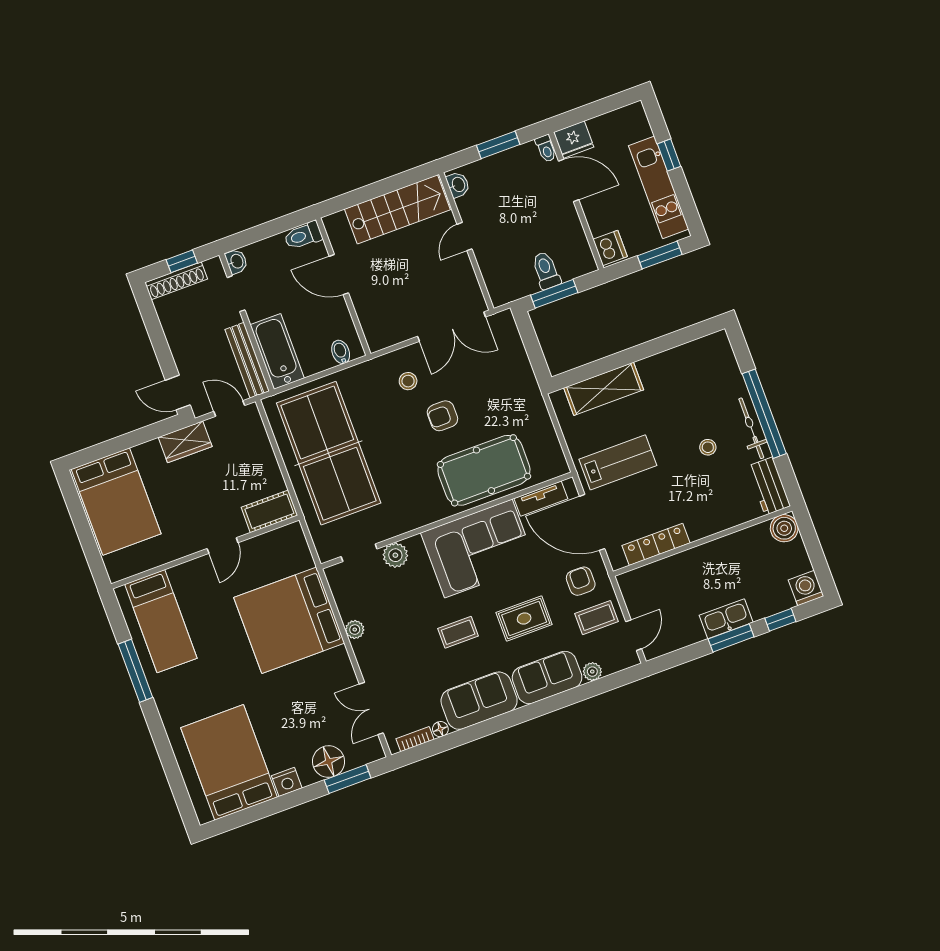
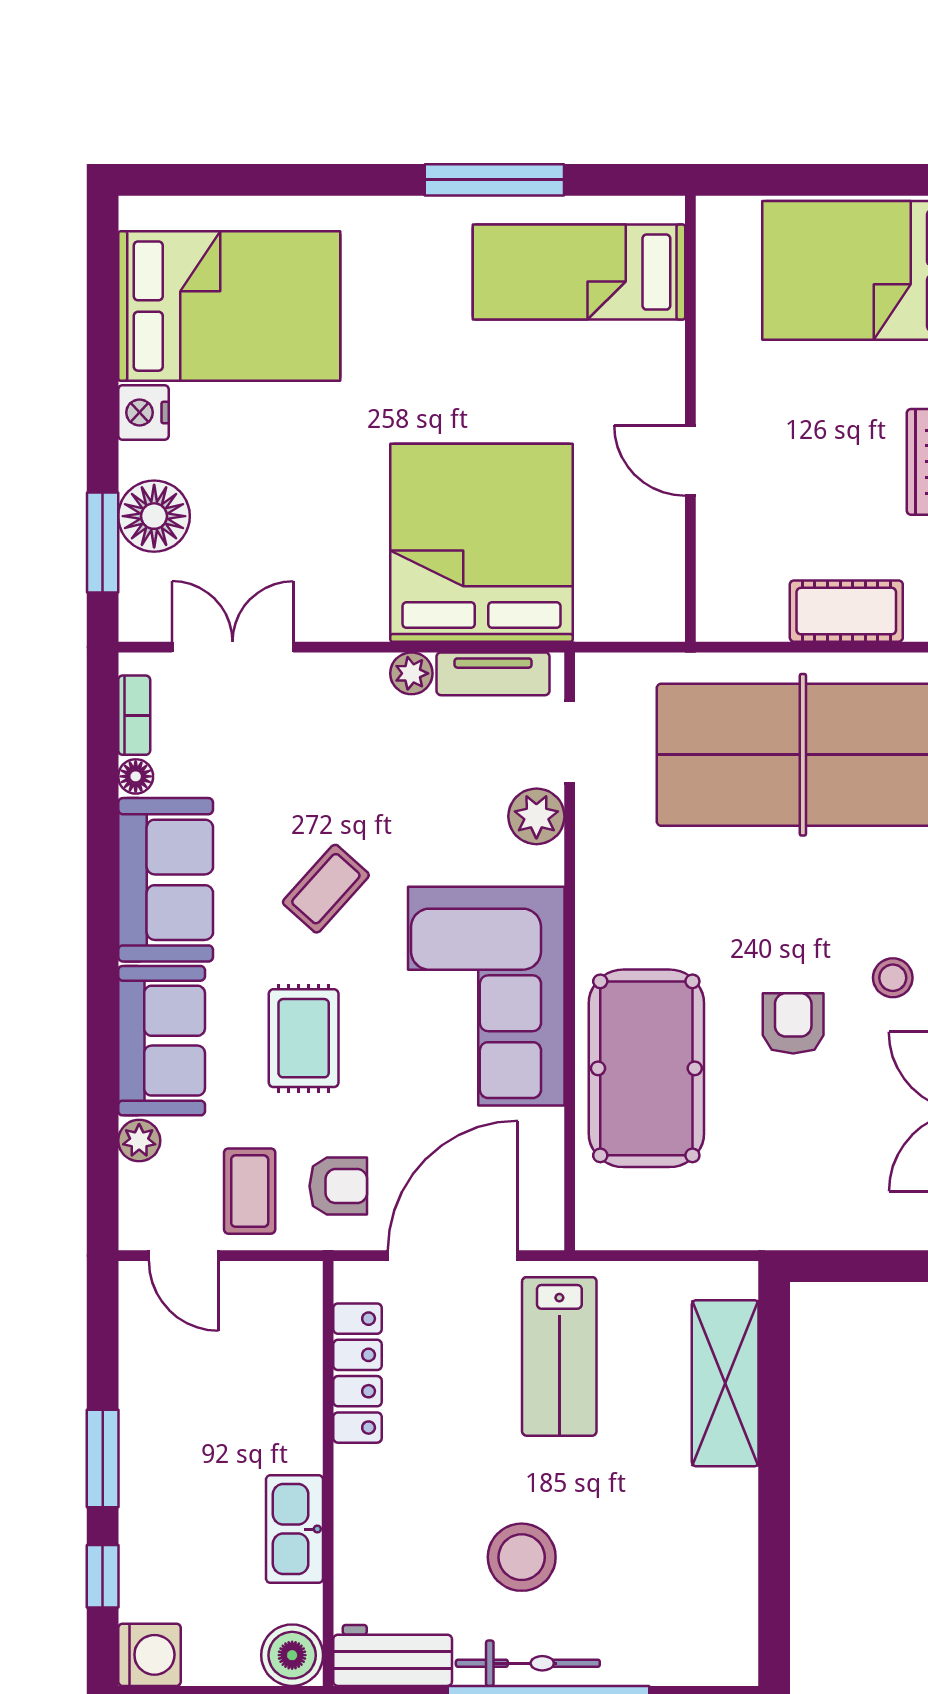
stool: (708, 447) -> (522, 1557), width x1.89, depth x1.89
tv unit: (541, 499) -> (493, 674), moved, turned -90
cot: (269, 511) -> (846, 611), moved, turned 90
kitchen sink: (726, 619) -> (295, 1529), moved, turned 180
coffee table: (458, 632) -> (326, 889), turned 42

